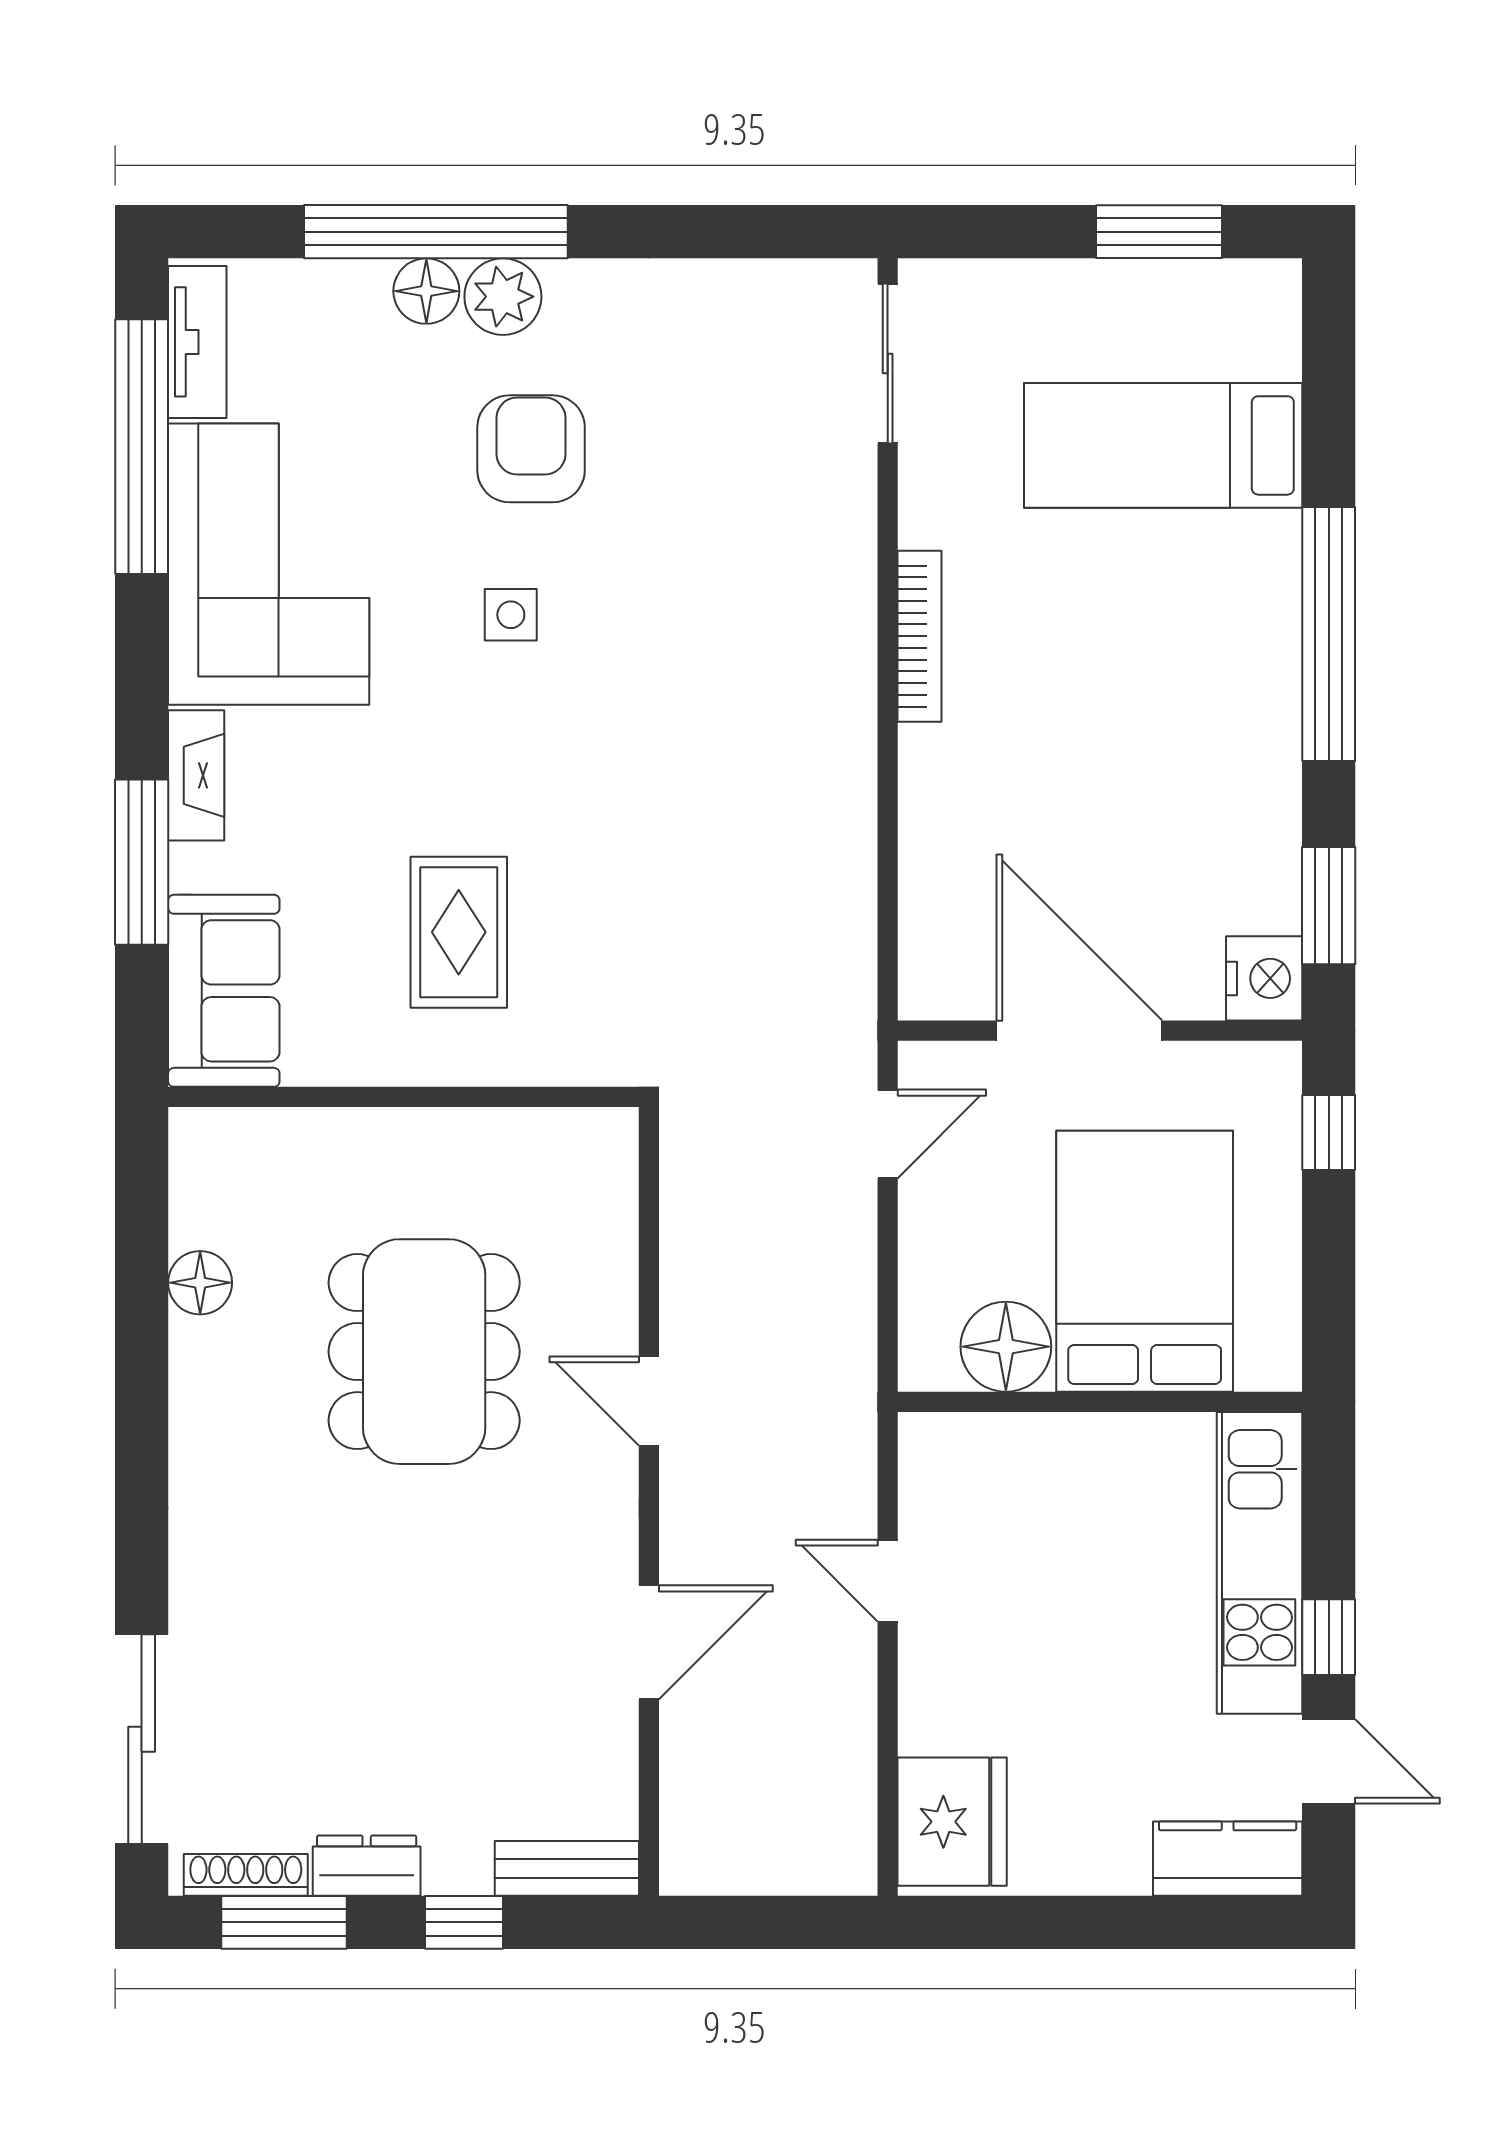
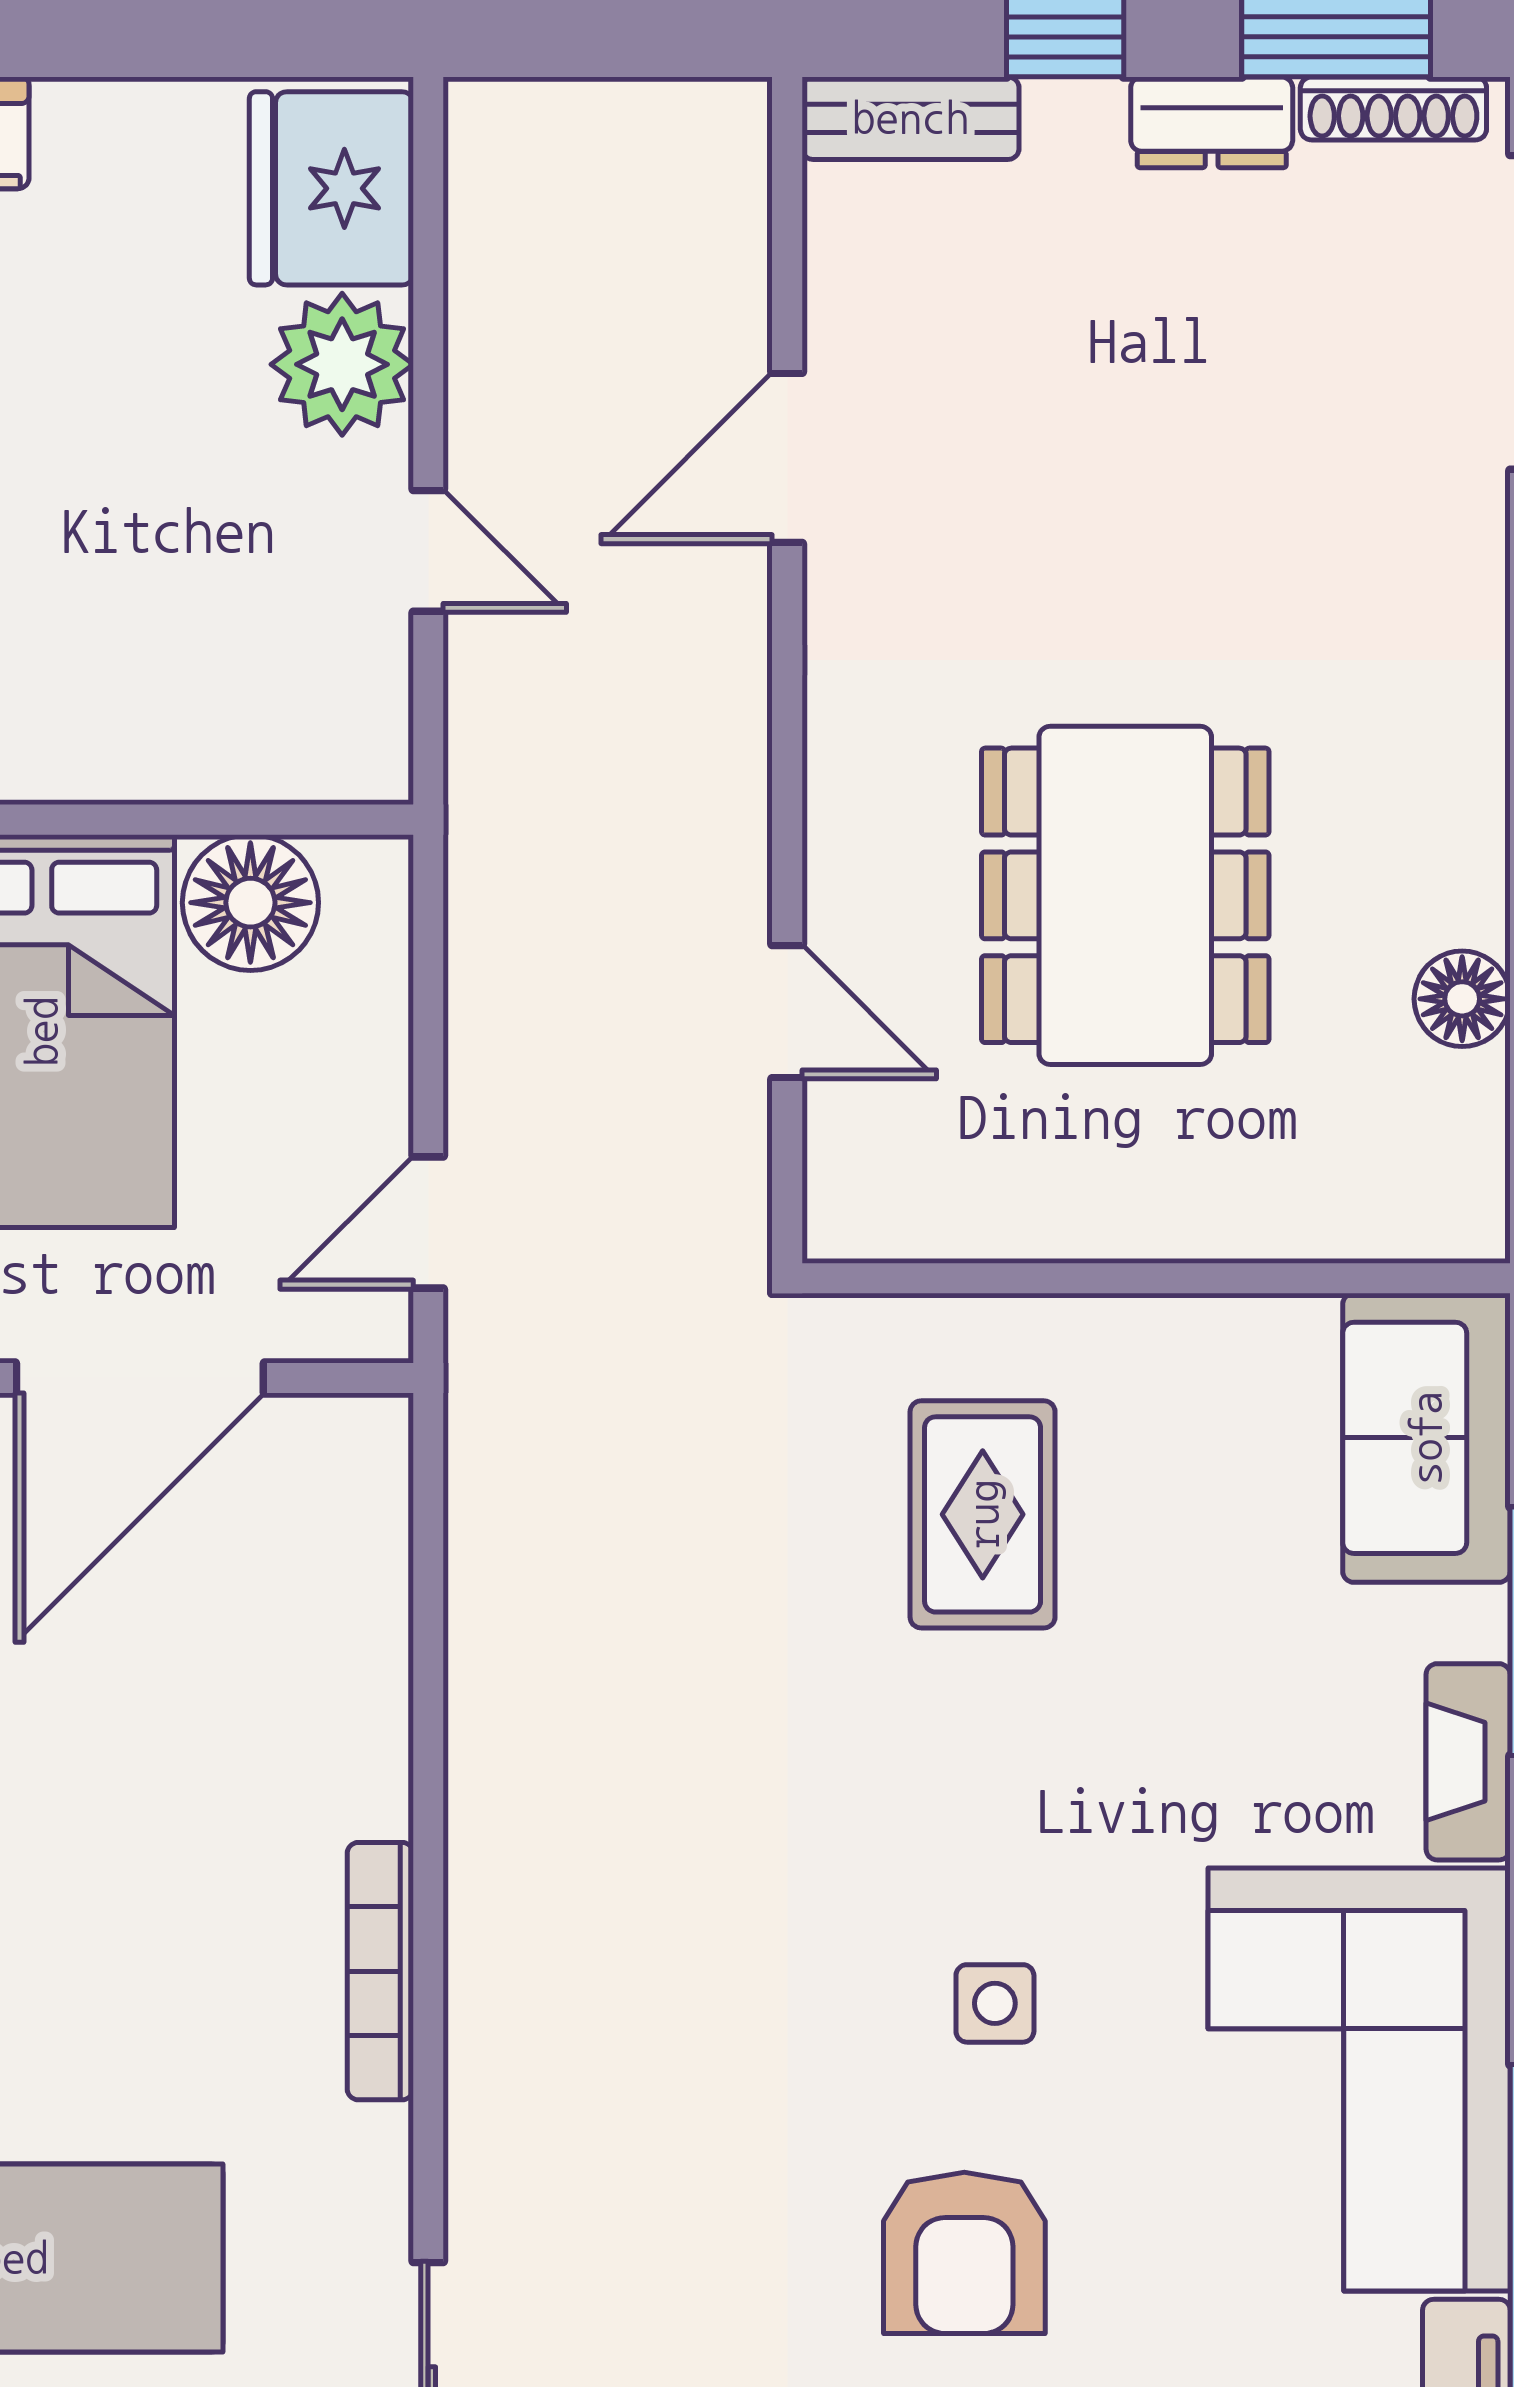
rug: (459, 932) -> (983, 1514), moved
door: (1079, 1031) -> (140, 1378), hinge flipped
door: (649, 1401) -> (787, 1012), moved
plant: (945, 1705) -> (342, 364), added

